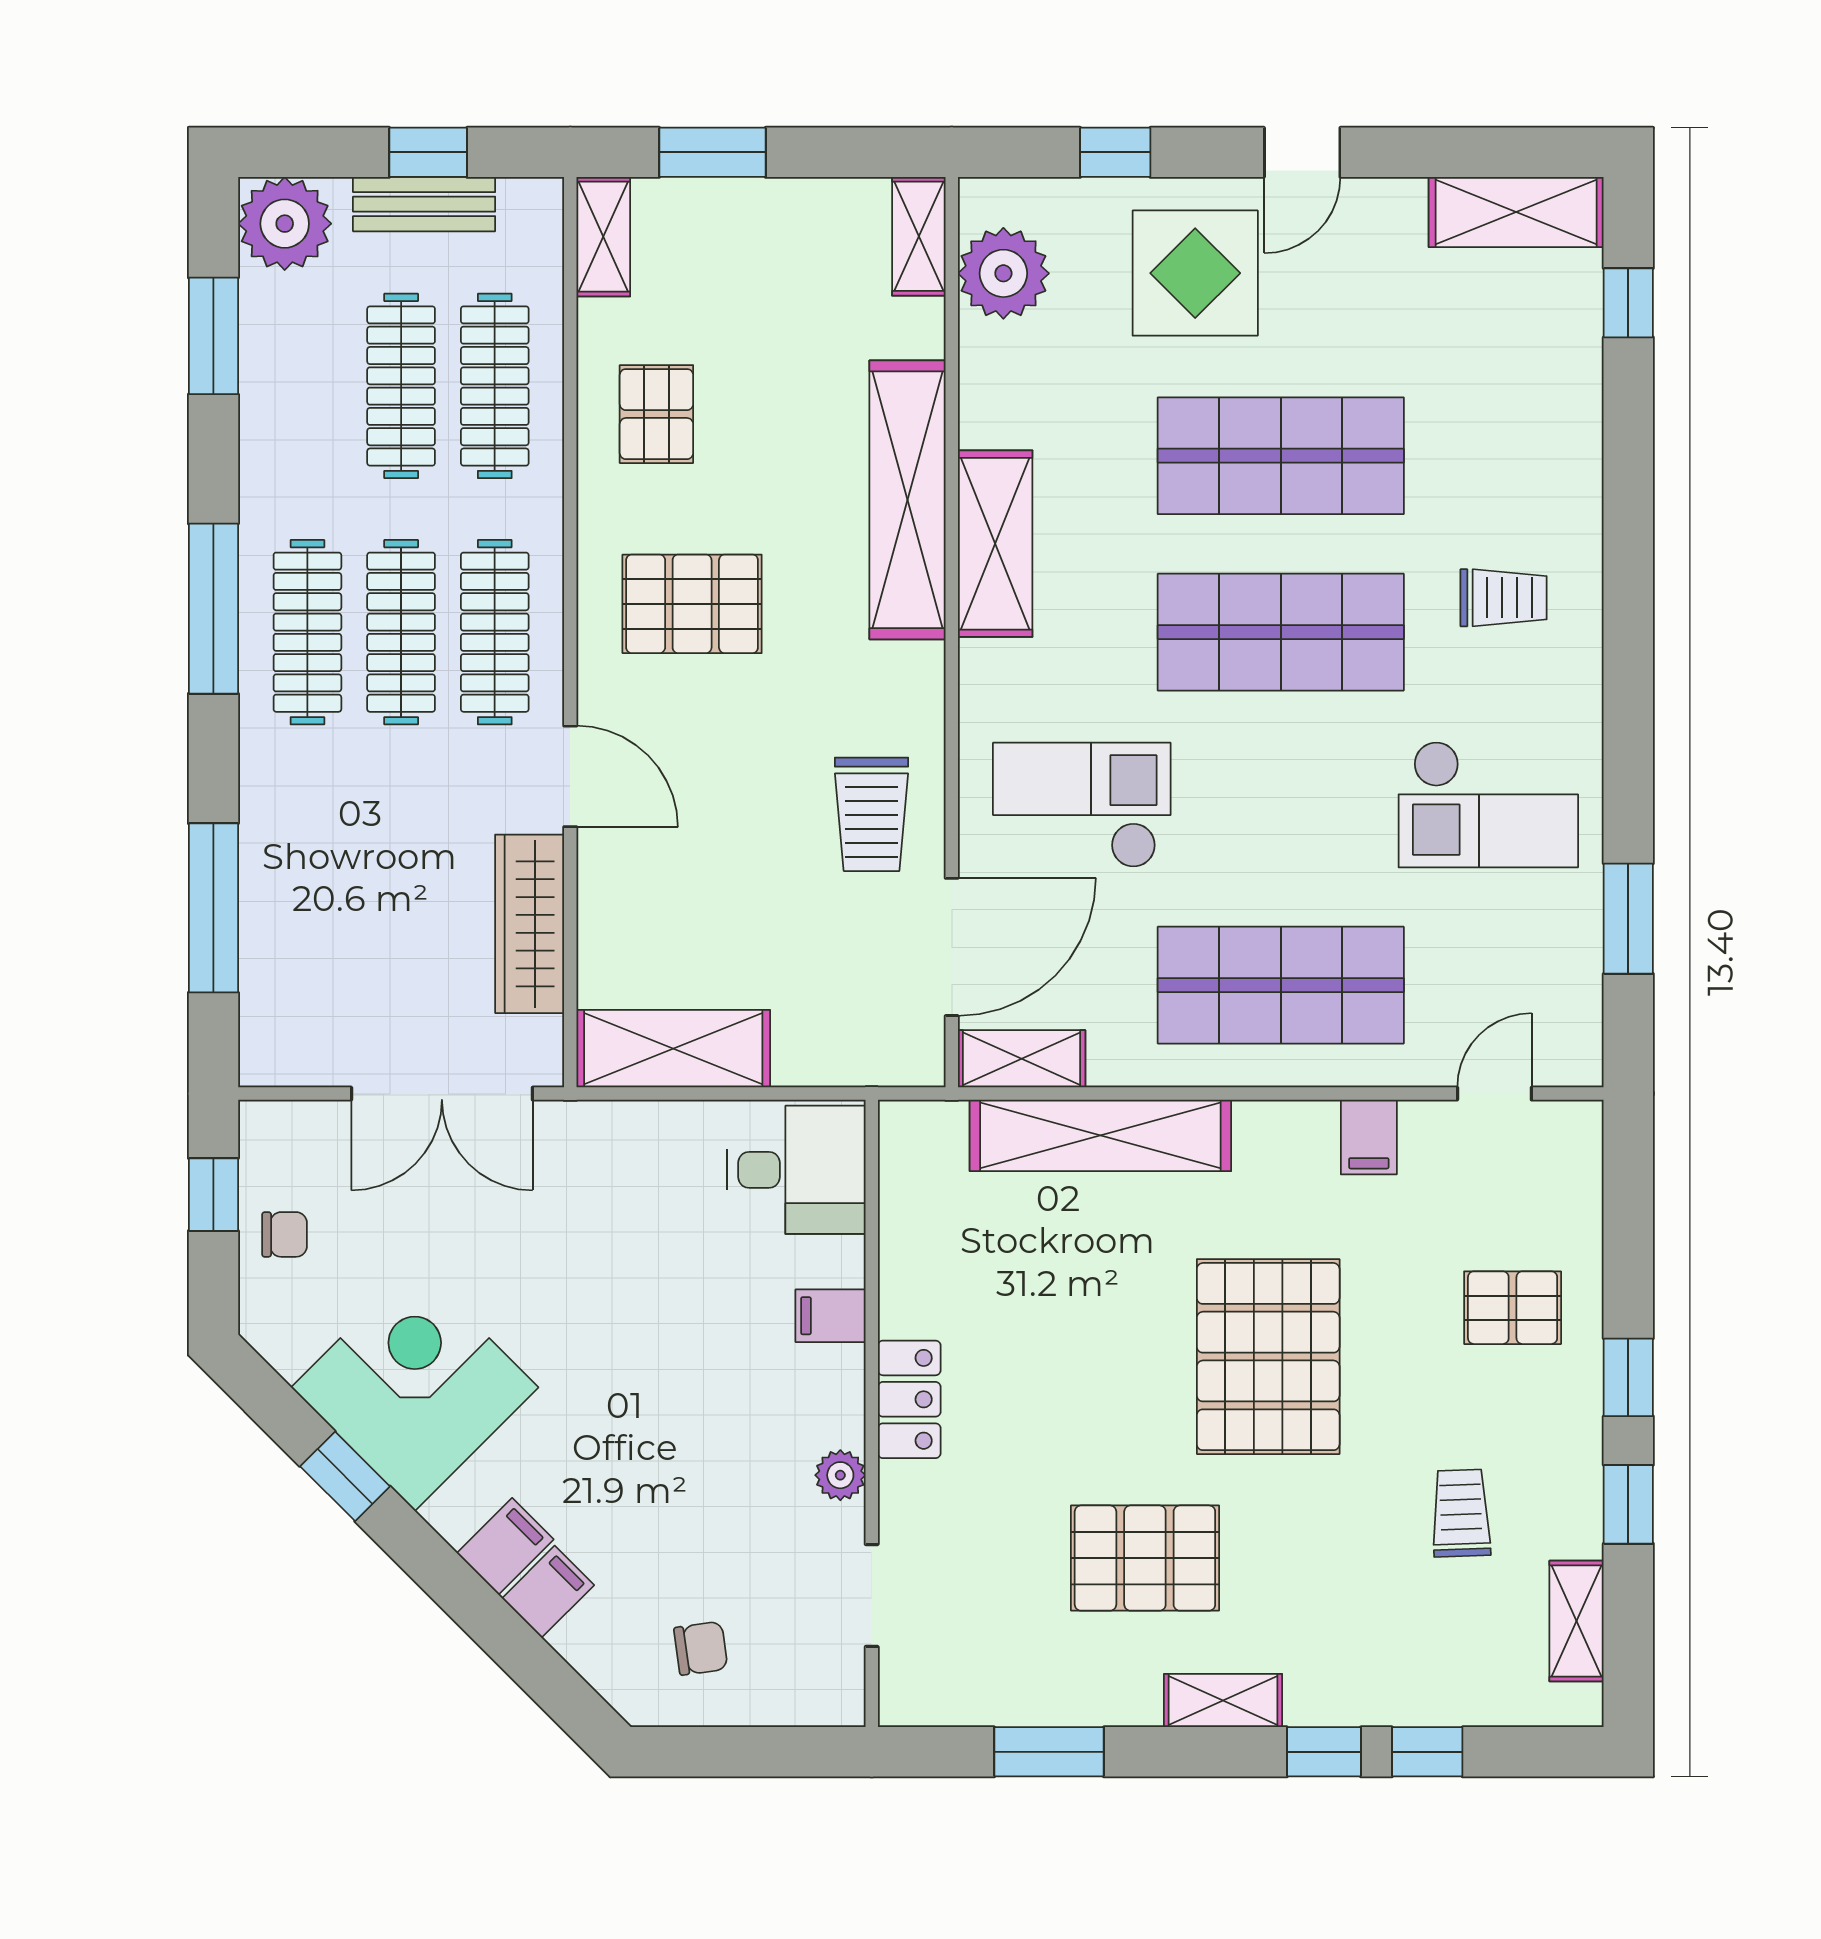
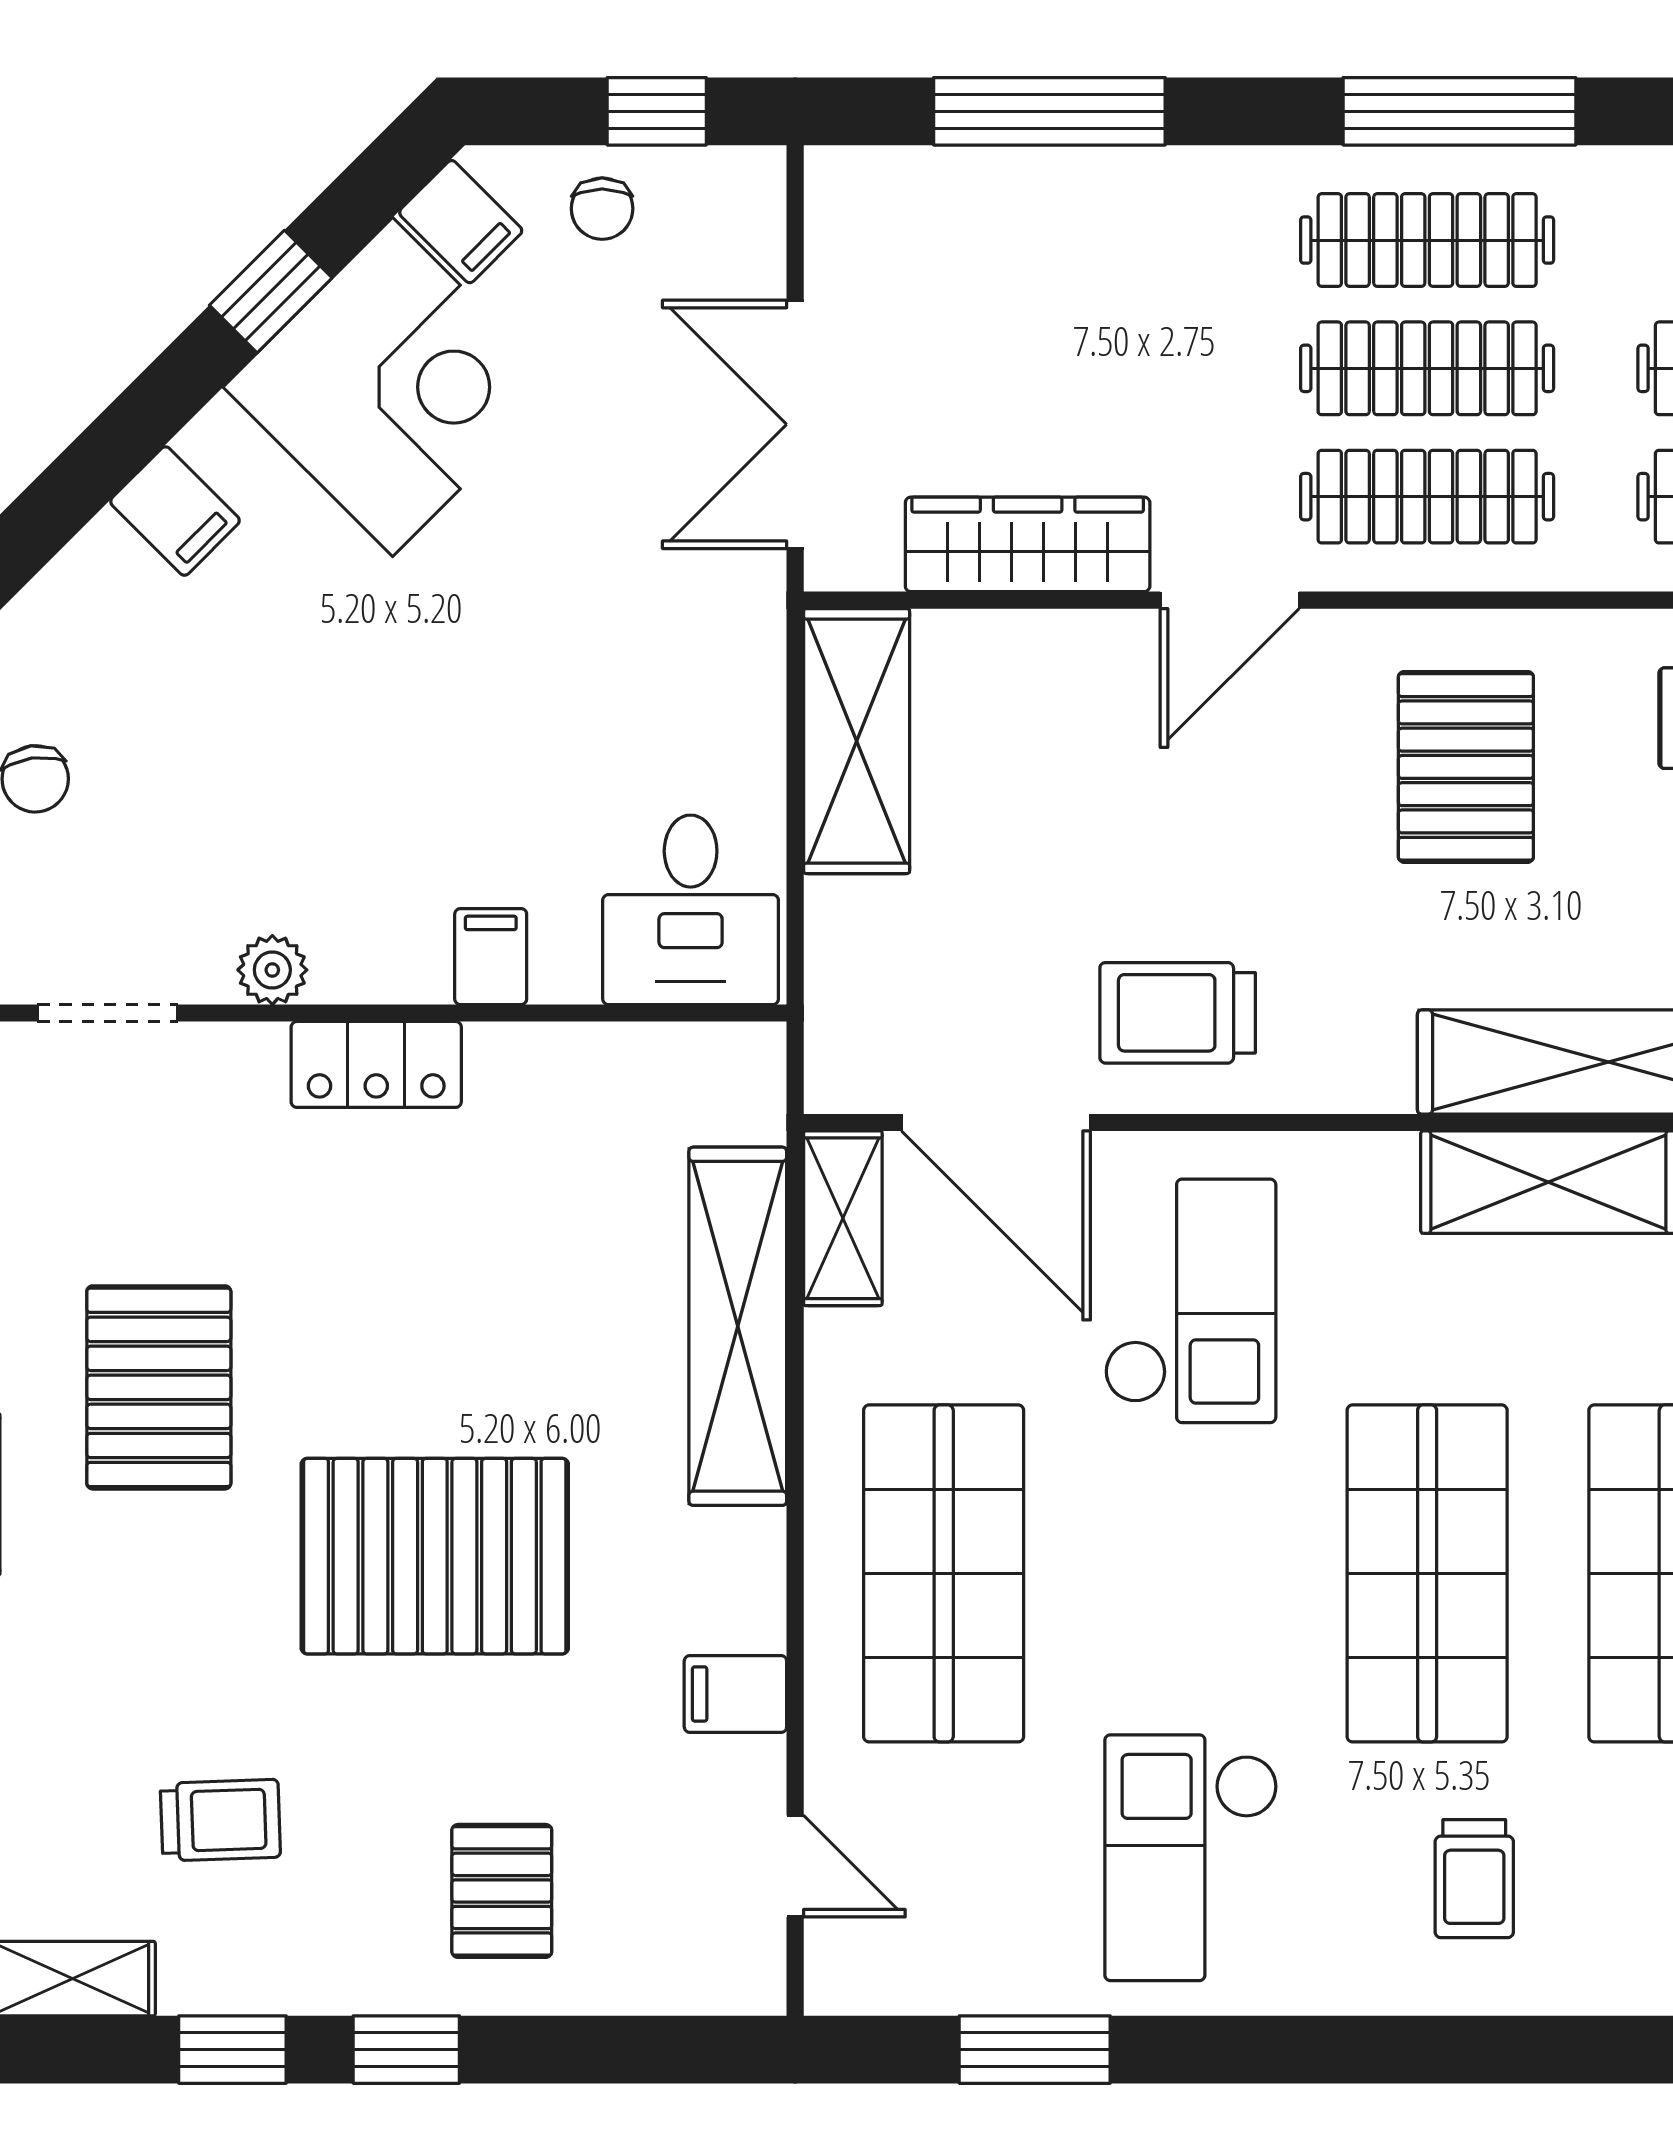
filing cabinet: (548, 1592) -> (461, 222), moved

